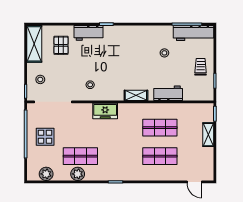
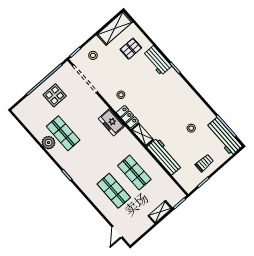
workbench: (168, 93) -> (164, 157), width x1.38
locker: (112, 95) -> (127, 117), added
plant: (46, 174) -> (28, 120), removed

